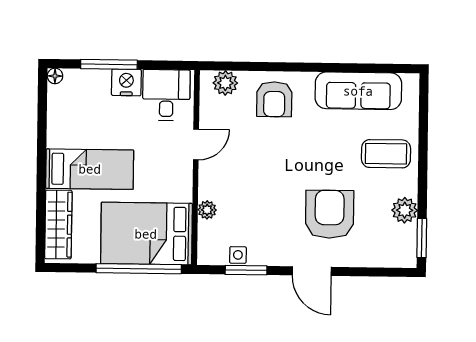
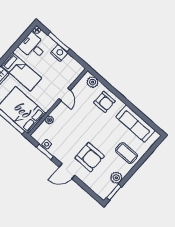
desk: (166, 95) -> (33, 46), moved, turned -90
armchair: (274, 99) -> (104, 102), turned -90
door: (196, 145) -> (65, 94), hinge flipped
armchair: (330, 214) -> (90, 157), turned 90
door: (312, 271) -> (67, 171), hinge flipped

